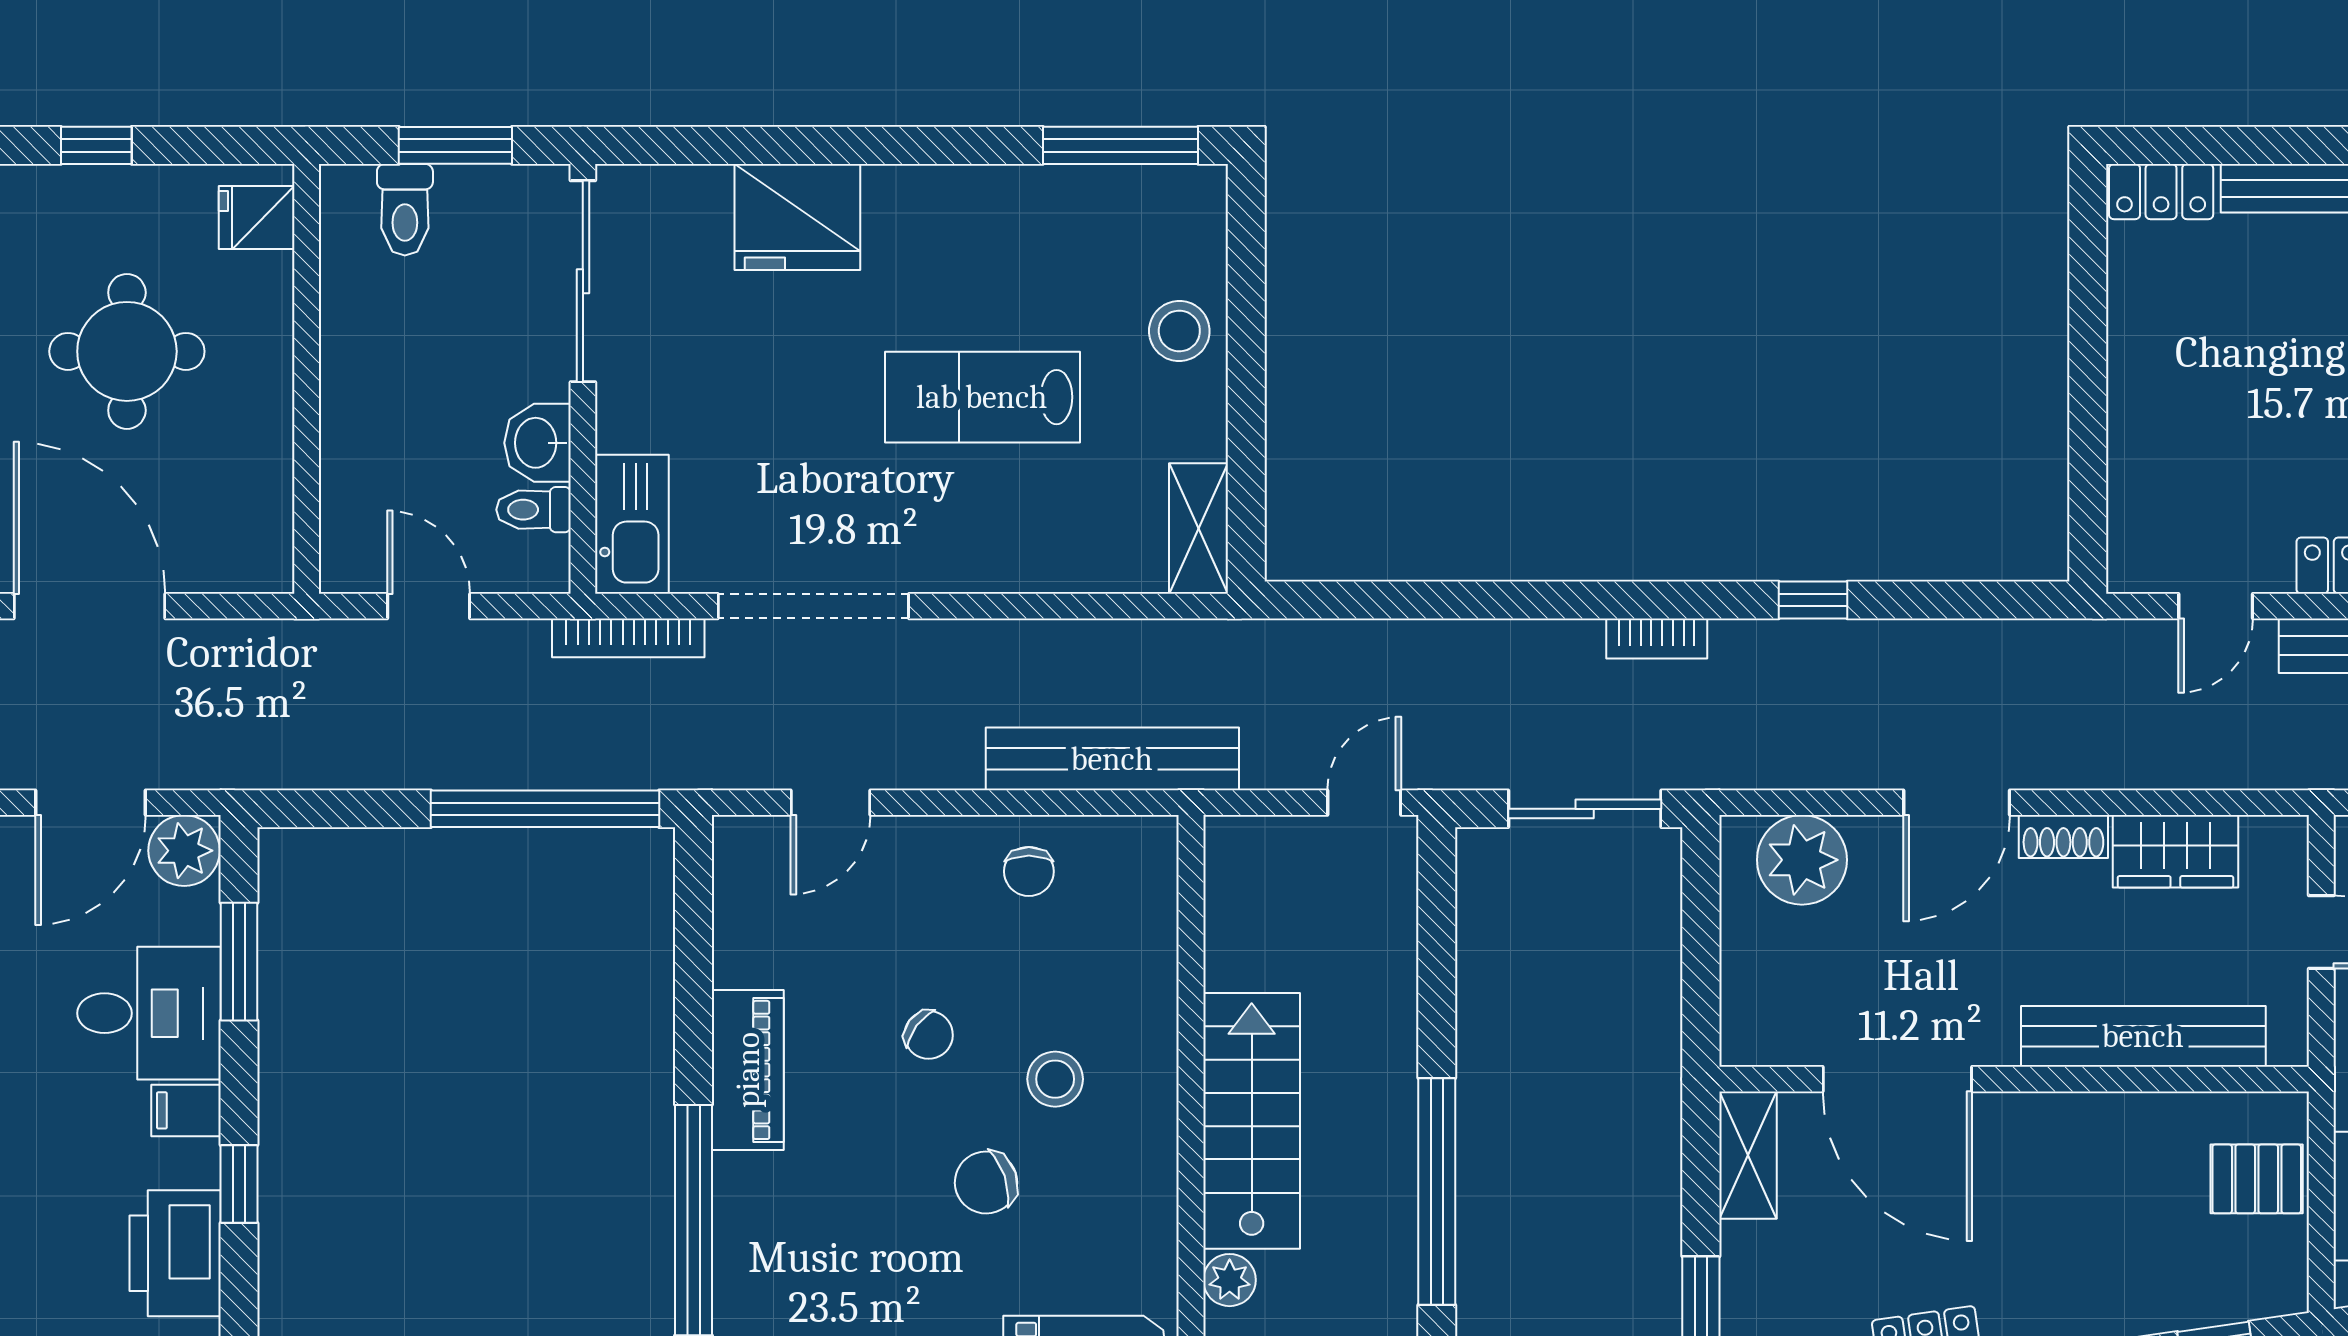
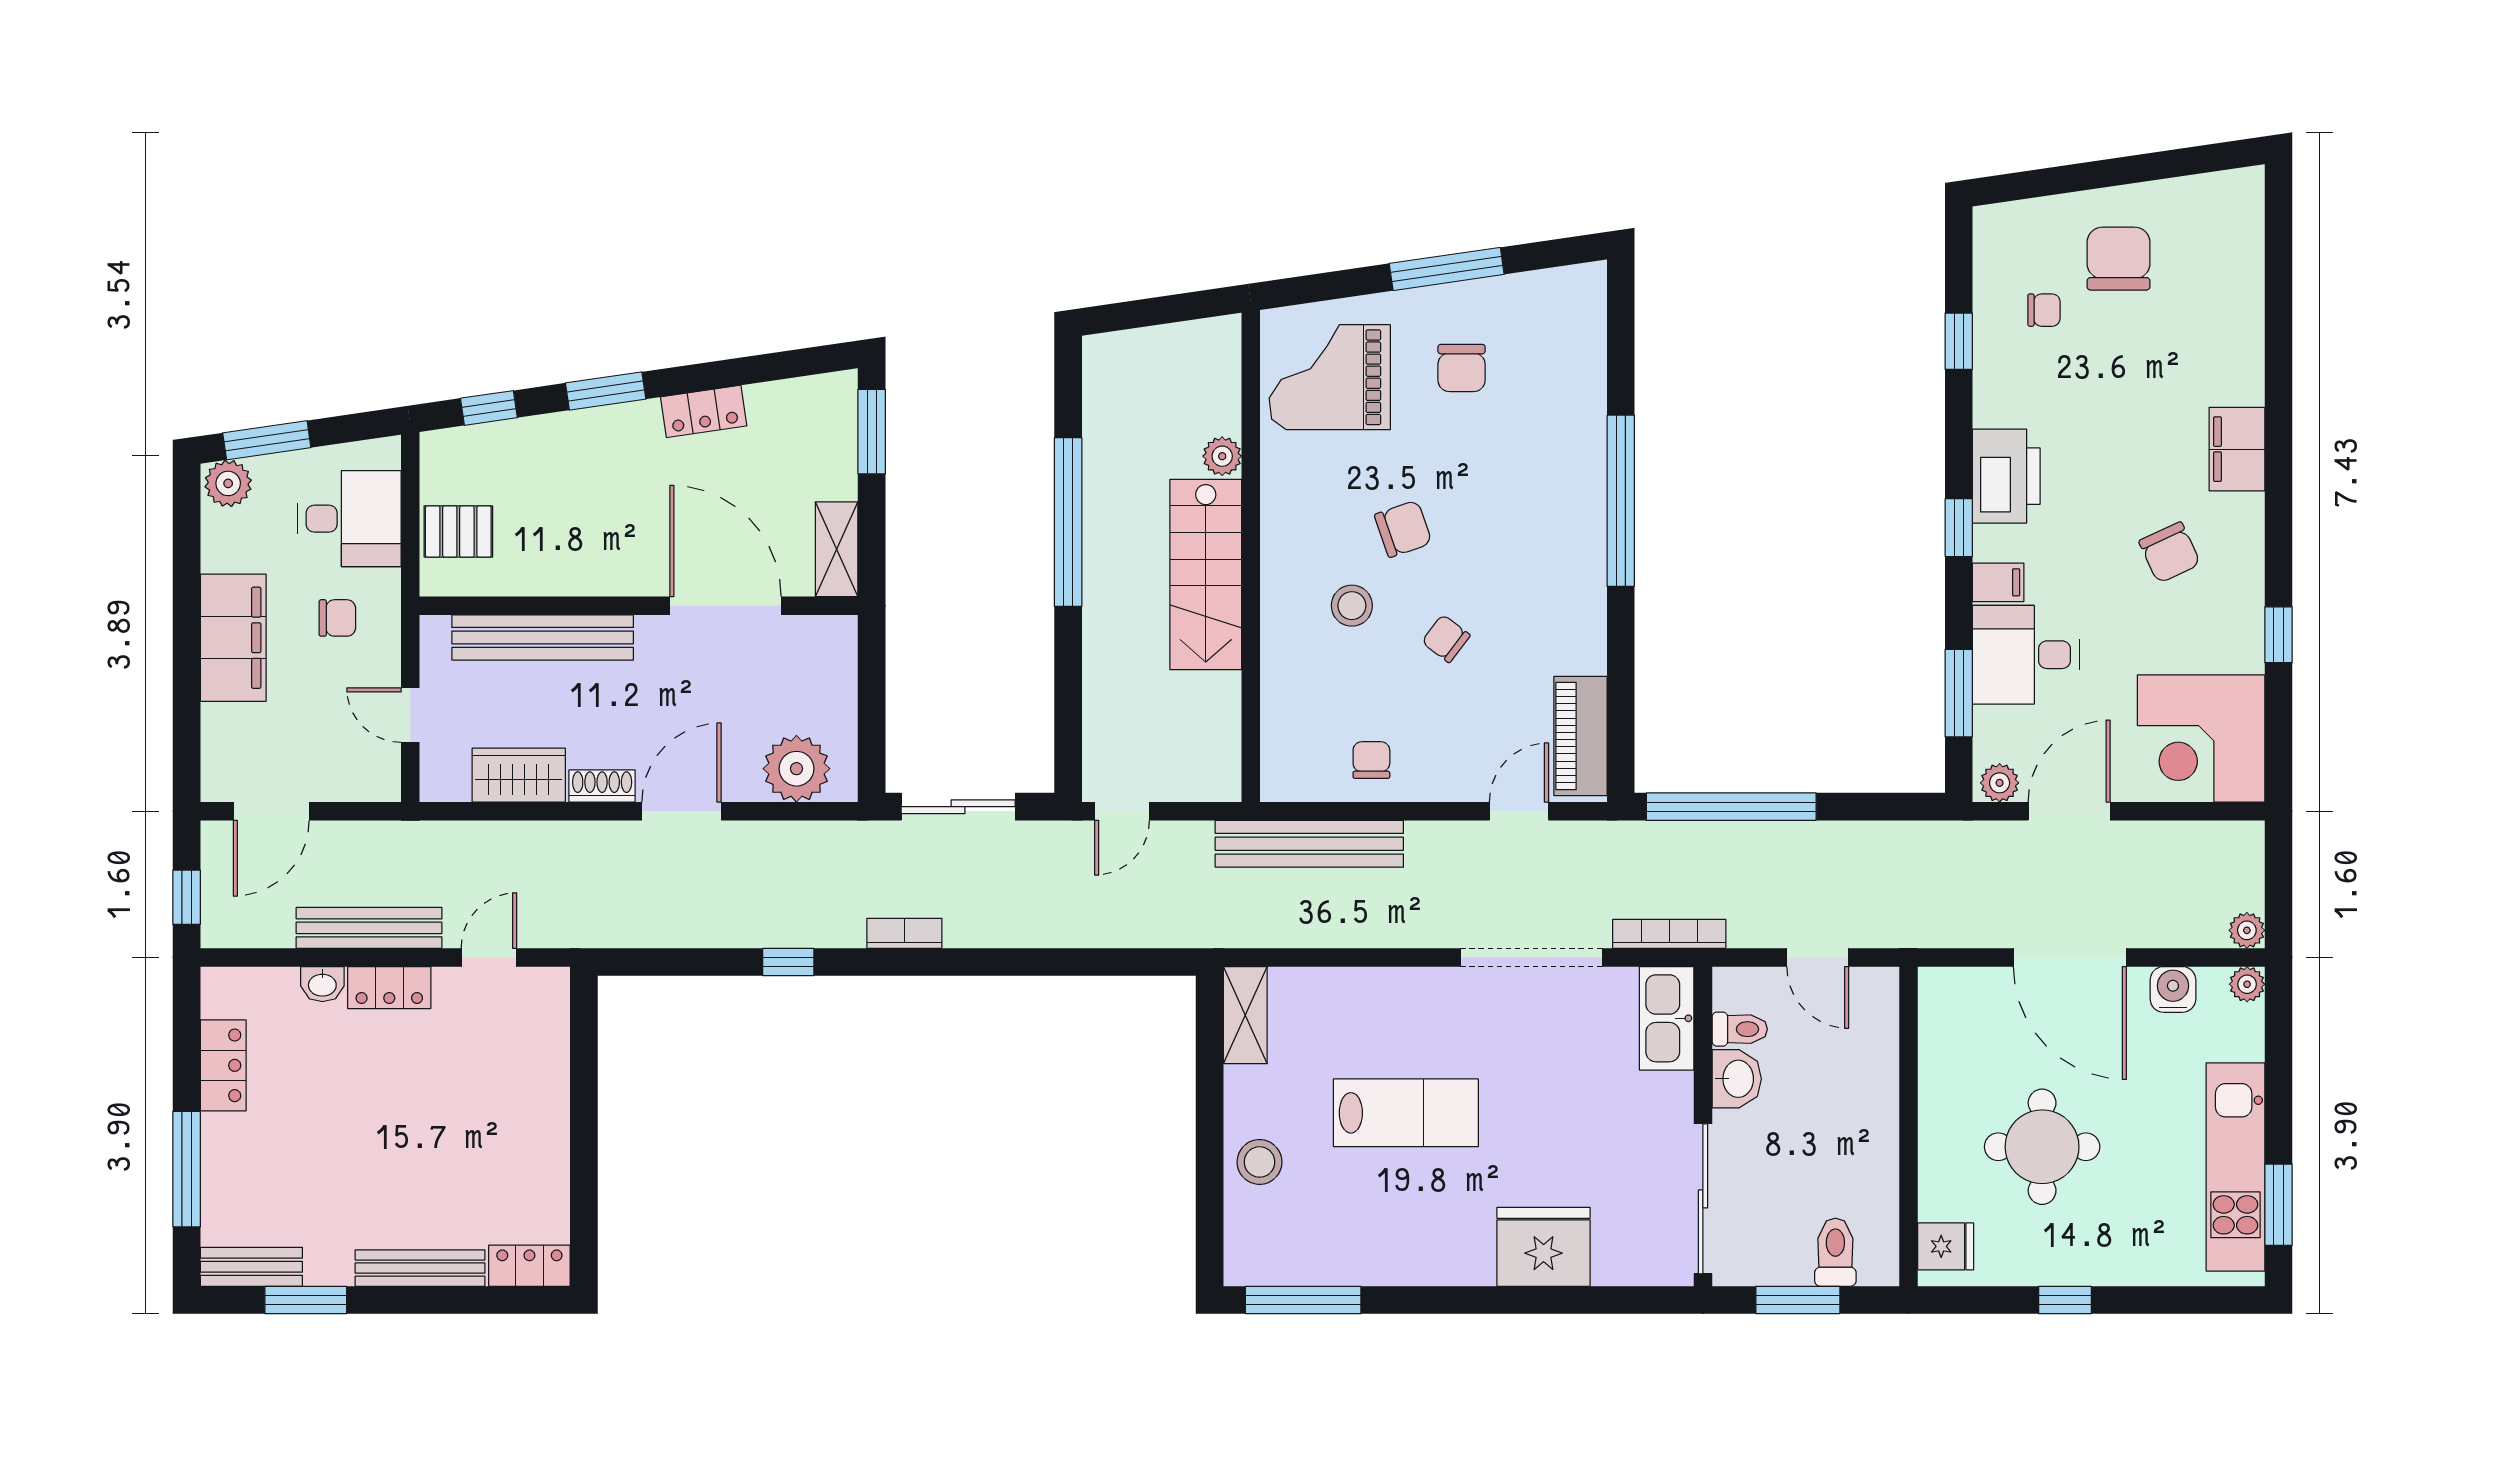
plant: (184, 851) -> (2000, 783), width x0.73, depth x0.73
piano: (748, 1070) -> (1580, 736), moved

